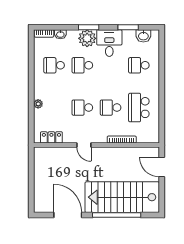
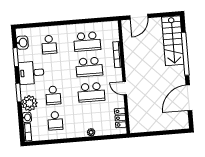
plant: (87, 38) -> (29, 103), moved
school desk: (82, 108) -> (91, 92), width x1.85
school desk: (111, 108) -> (89, 67), width x1.85
door: (84, 145) -> (125, 88), swing flipped
stairs: (122, 197) -> (173, 41), width x0.73, depth x0.66

